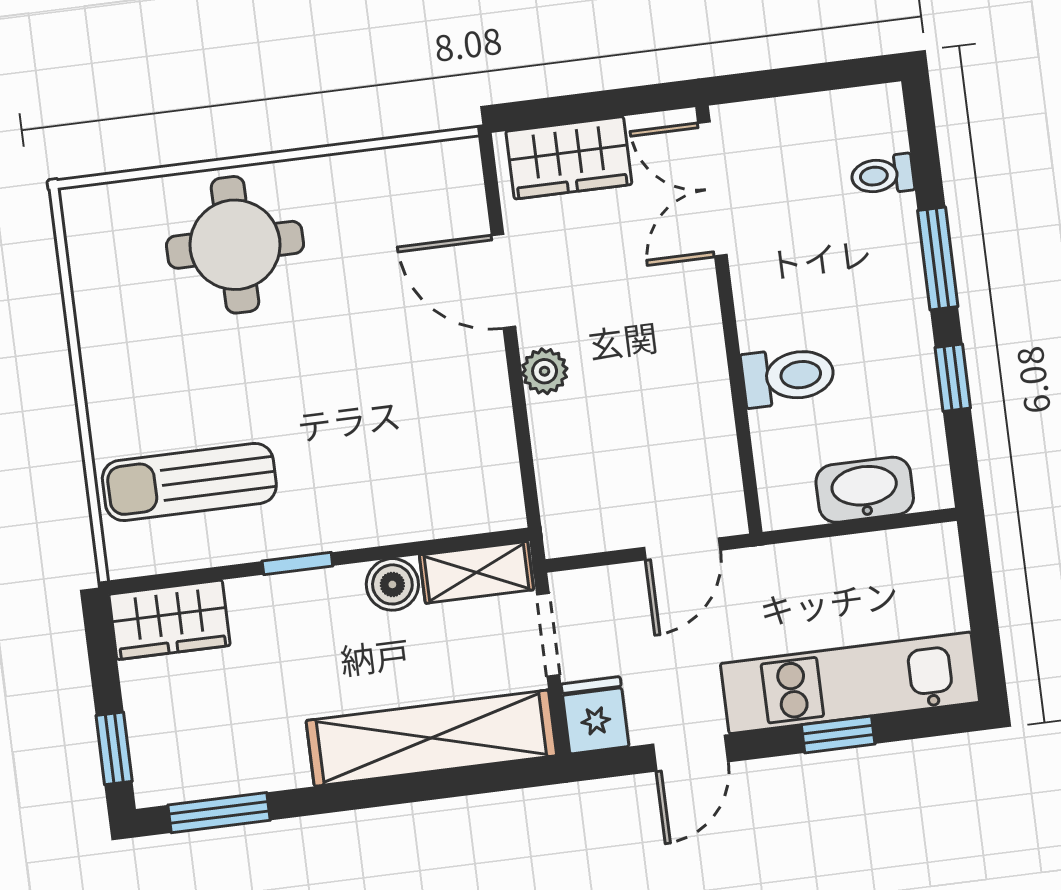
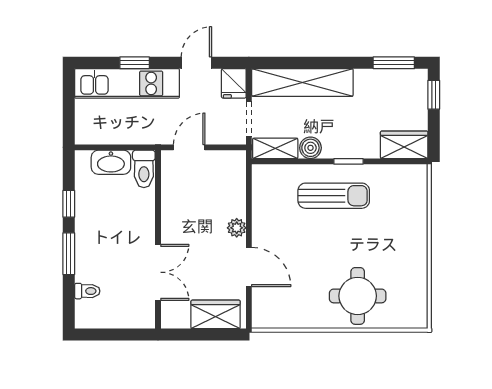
double door: (712, 189) -> (158, 272), moved
toilet: (788, 376) -> (144, 169), moved, turned -90
sun lounger: (189, 482) -> (334, 196), moved

